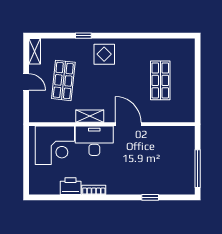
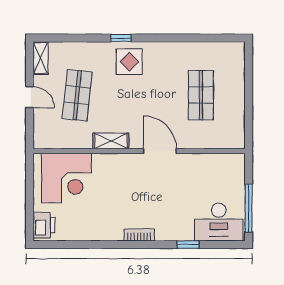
window: (83, 36) -> (121, 38), moved
desk: (94, 141) -> (219, 222), moved, turned 180
printer: (71, 186) -> (44, 225), moved, turned 90
bookcase: (94, 190) -> (139, 235), moved

